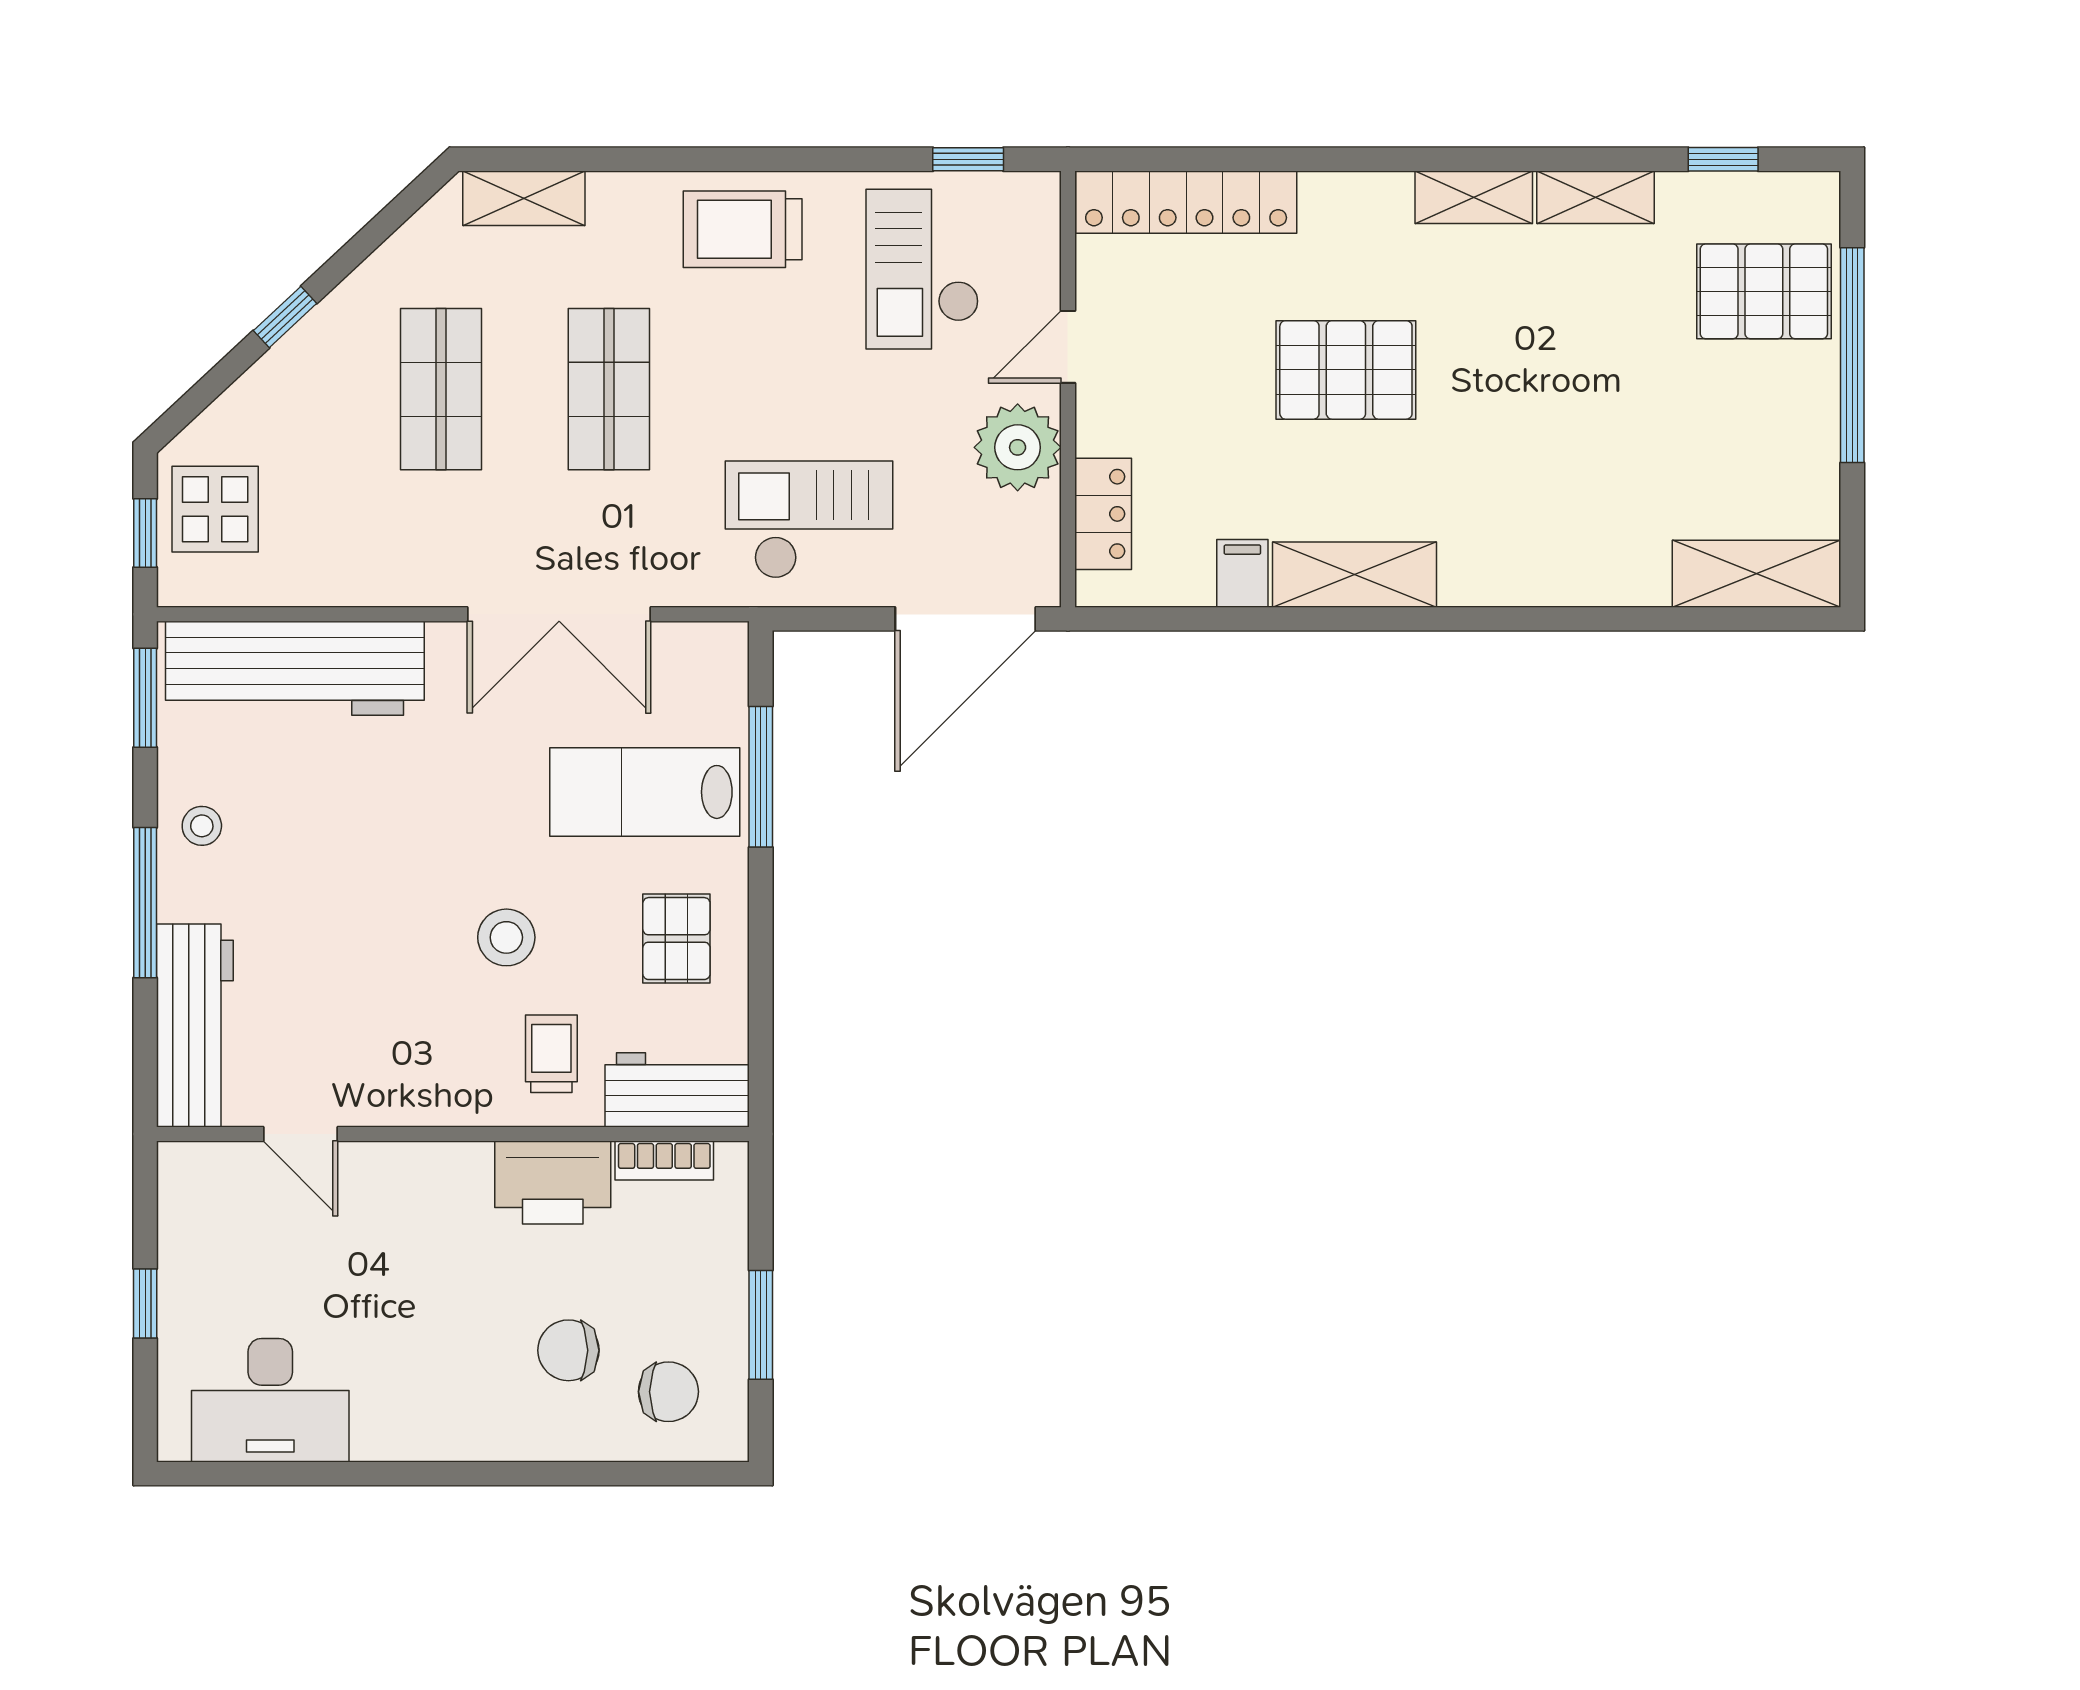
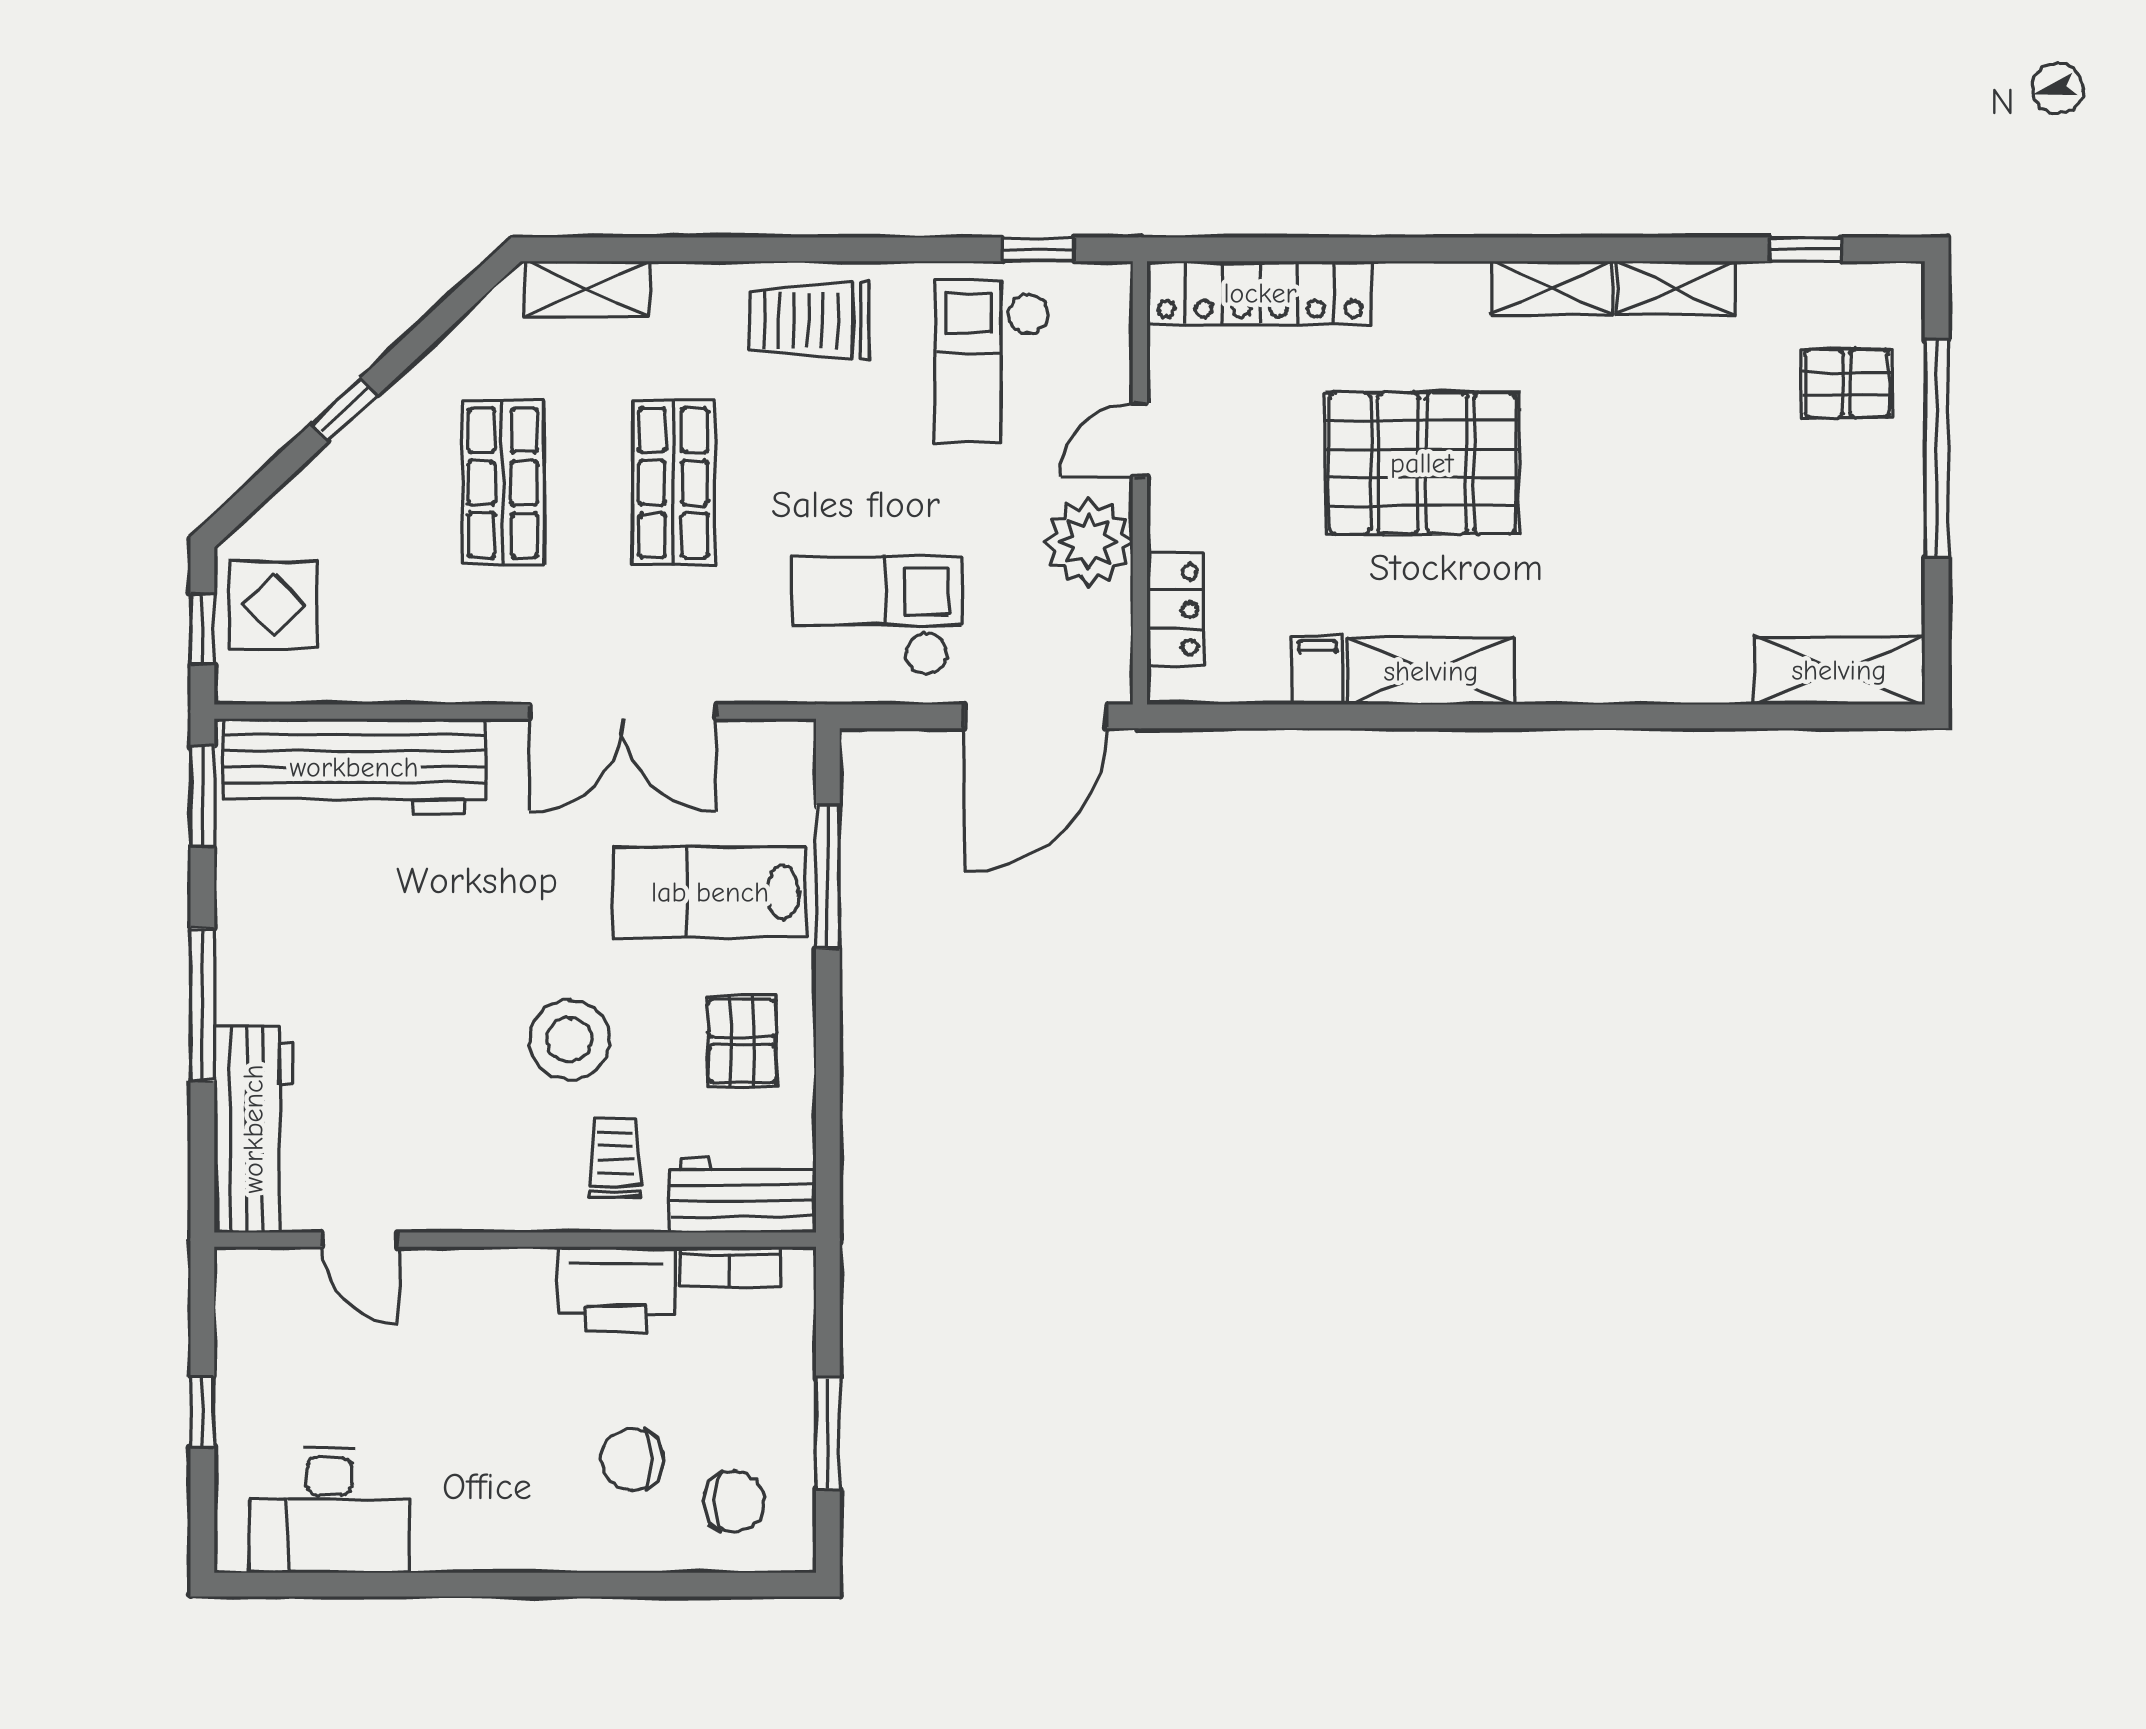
pallet: (1764, 291) -> (1847, 384), width x0.67, depth x0.71
pallet: (1346, 370) -> (1422, 463), width x1.37, depth x1.41
stool: (202, 826) -> (260, 927), removed
stool: (506, 937) -> (569, 1040), width x1.38, depth x1.38

